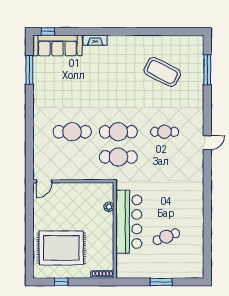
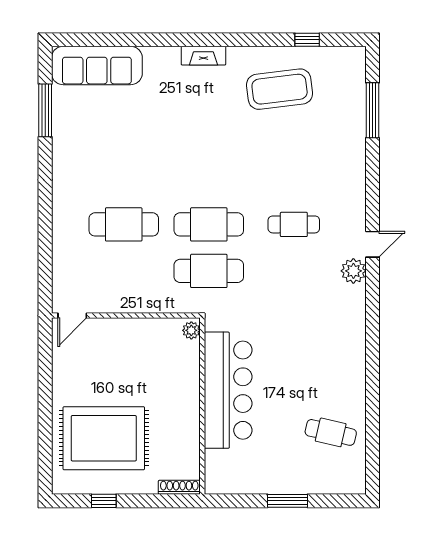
window: (48, 31) -> (307, 40), moved
fireplace: (95, 40) -> (203, 56), moved
coffee table: (162, 72) -> (280, 89), moved, turned -34
plant: (197, 157) -> (353, 271), added
plant: (109, 207) -> (191, 330), moved
cafe table: (166, 237) -> (331, 432), moved, turned 34

